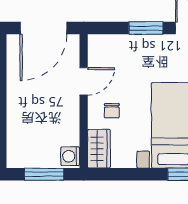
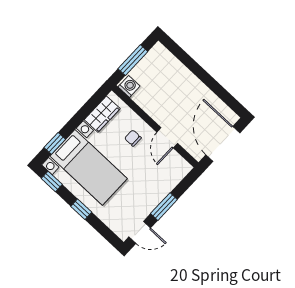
wardrobe: (99, 149) -> (102, 114), moved, turned -90

